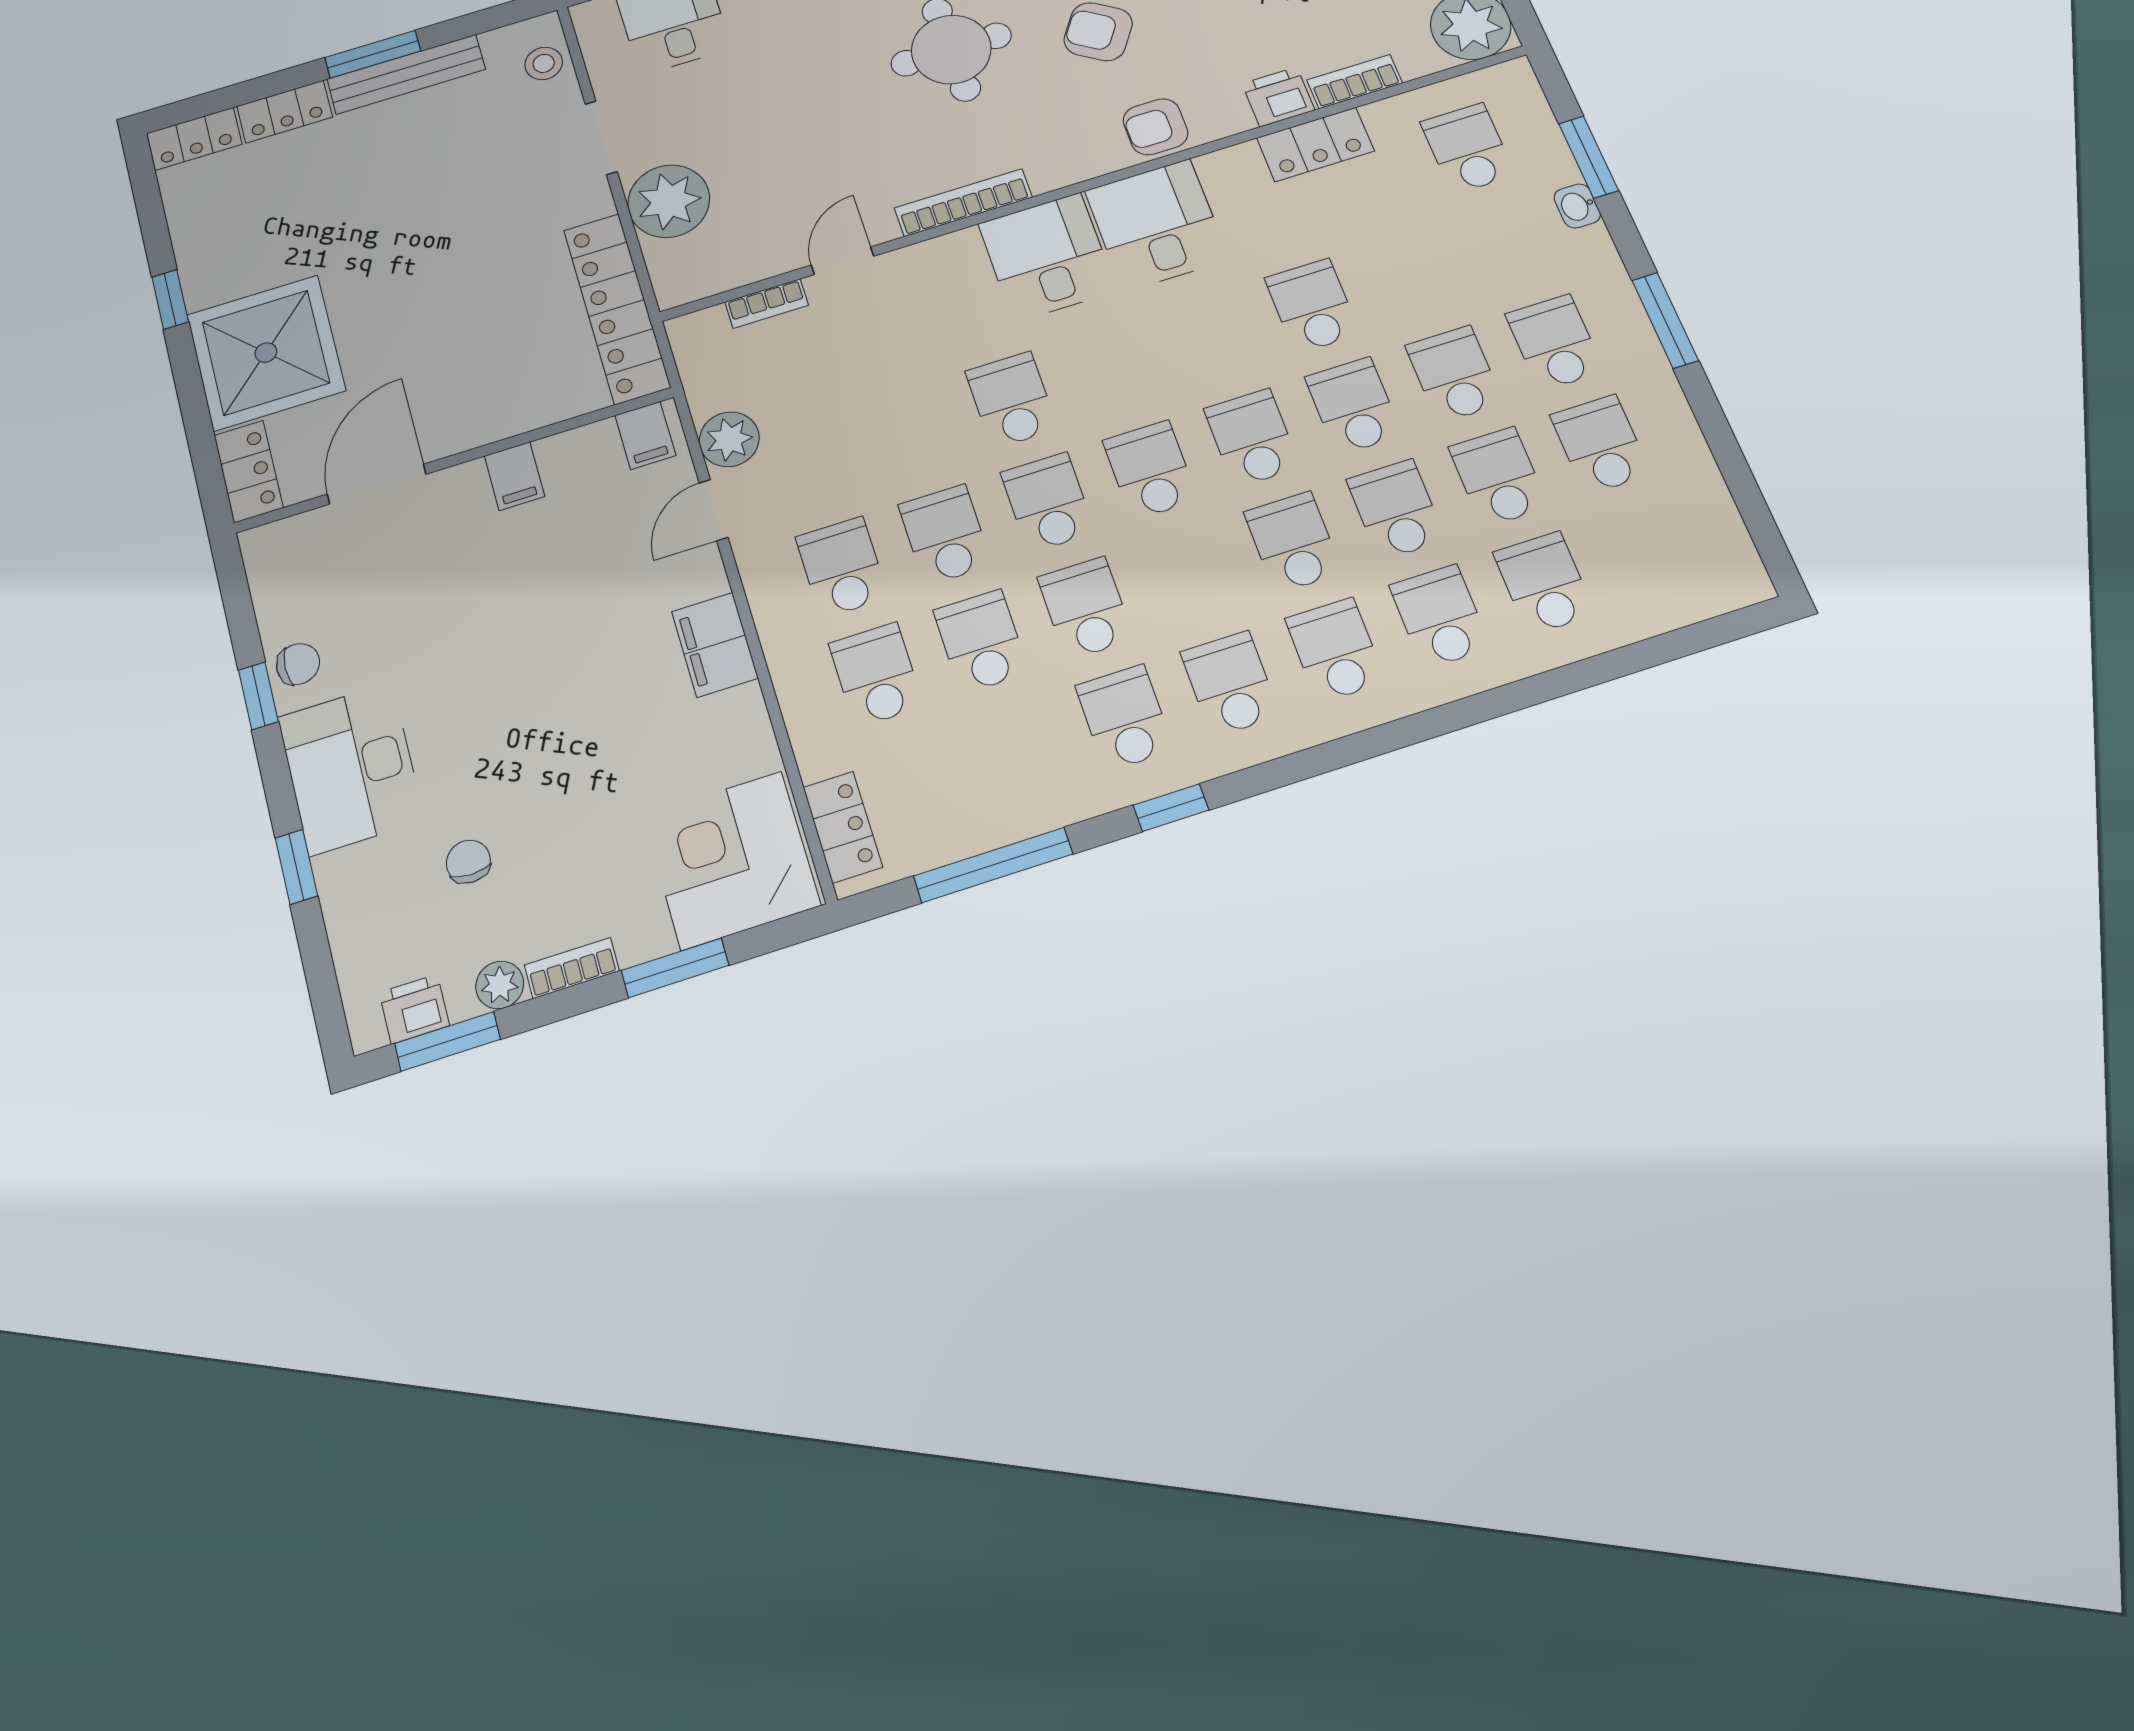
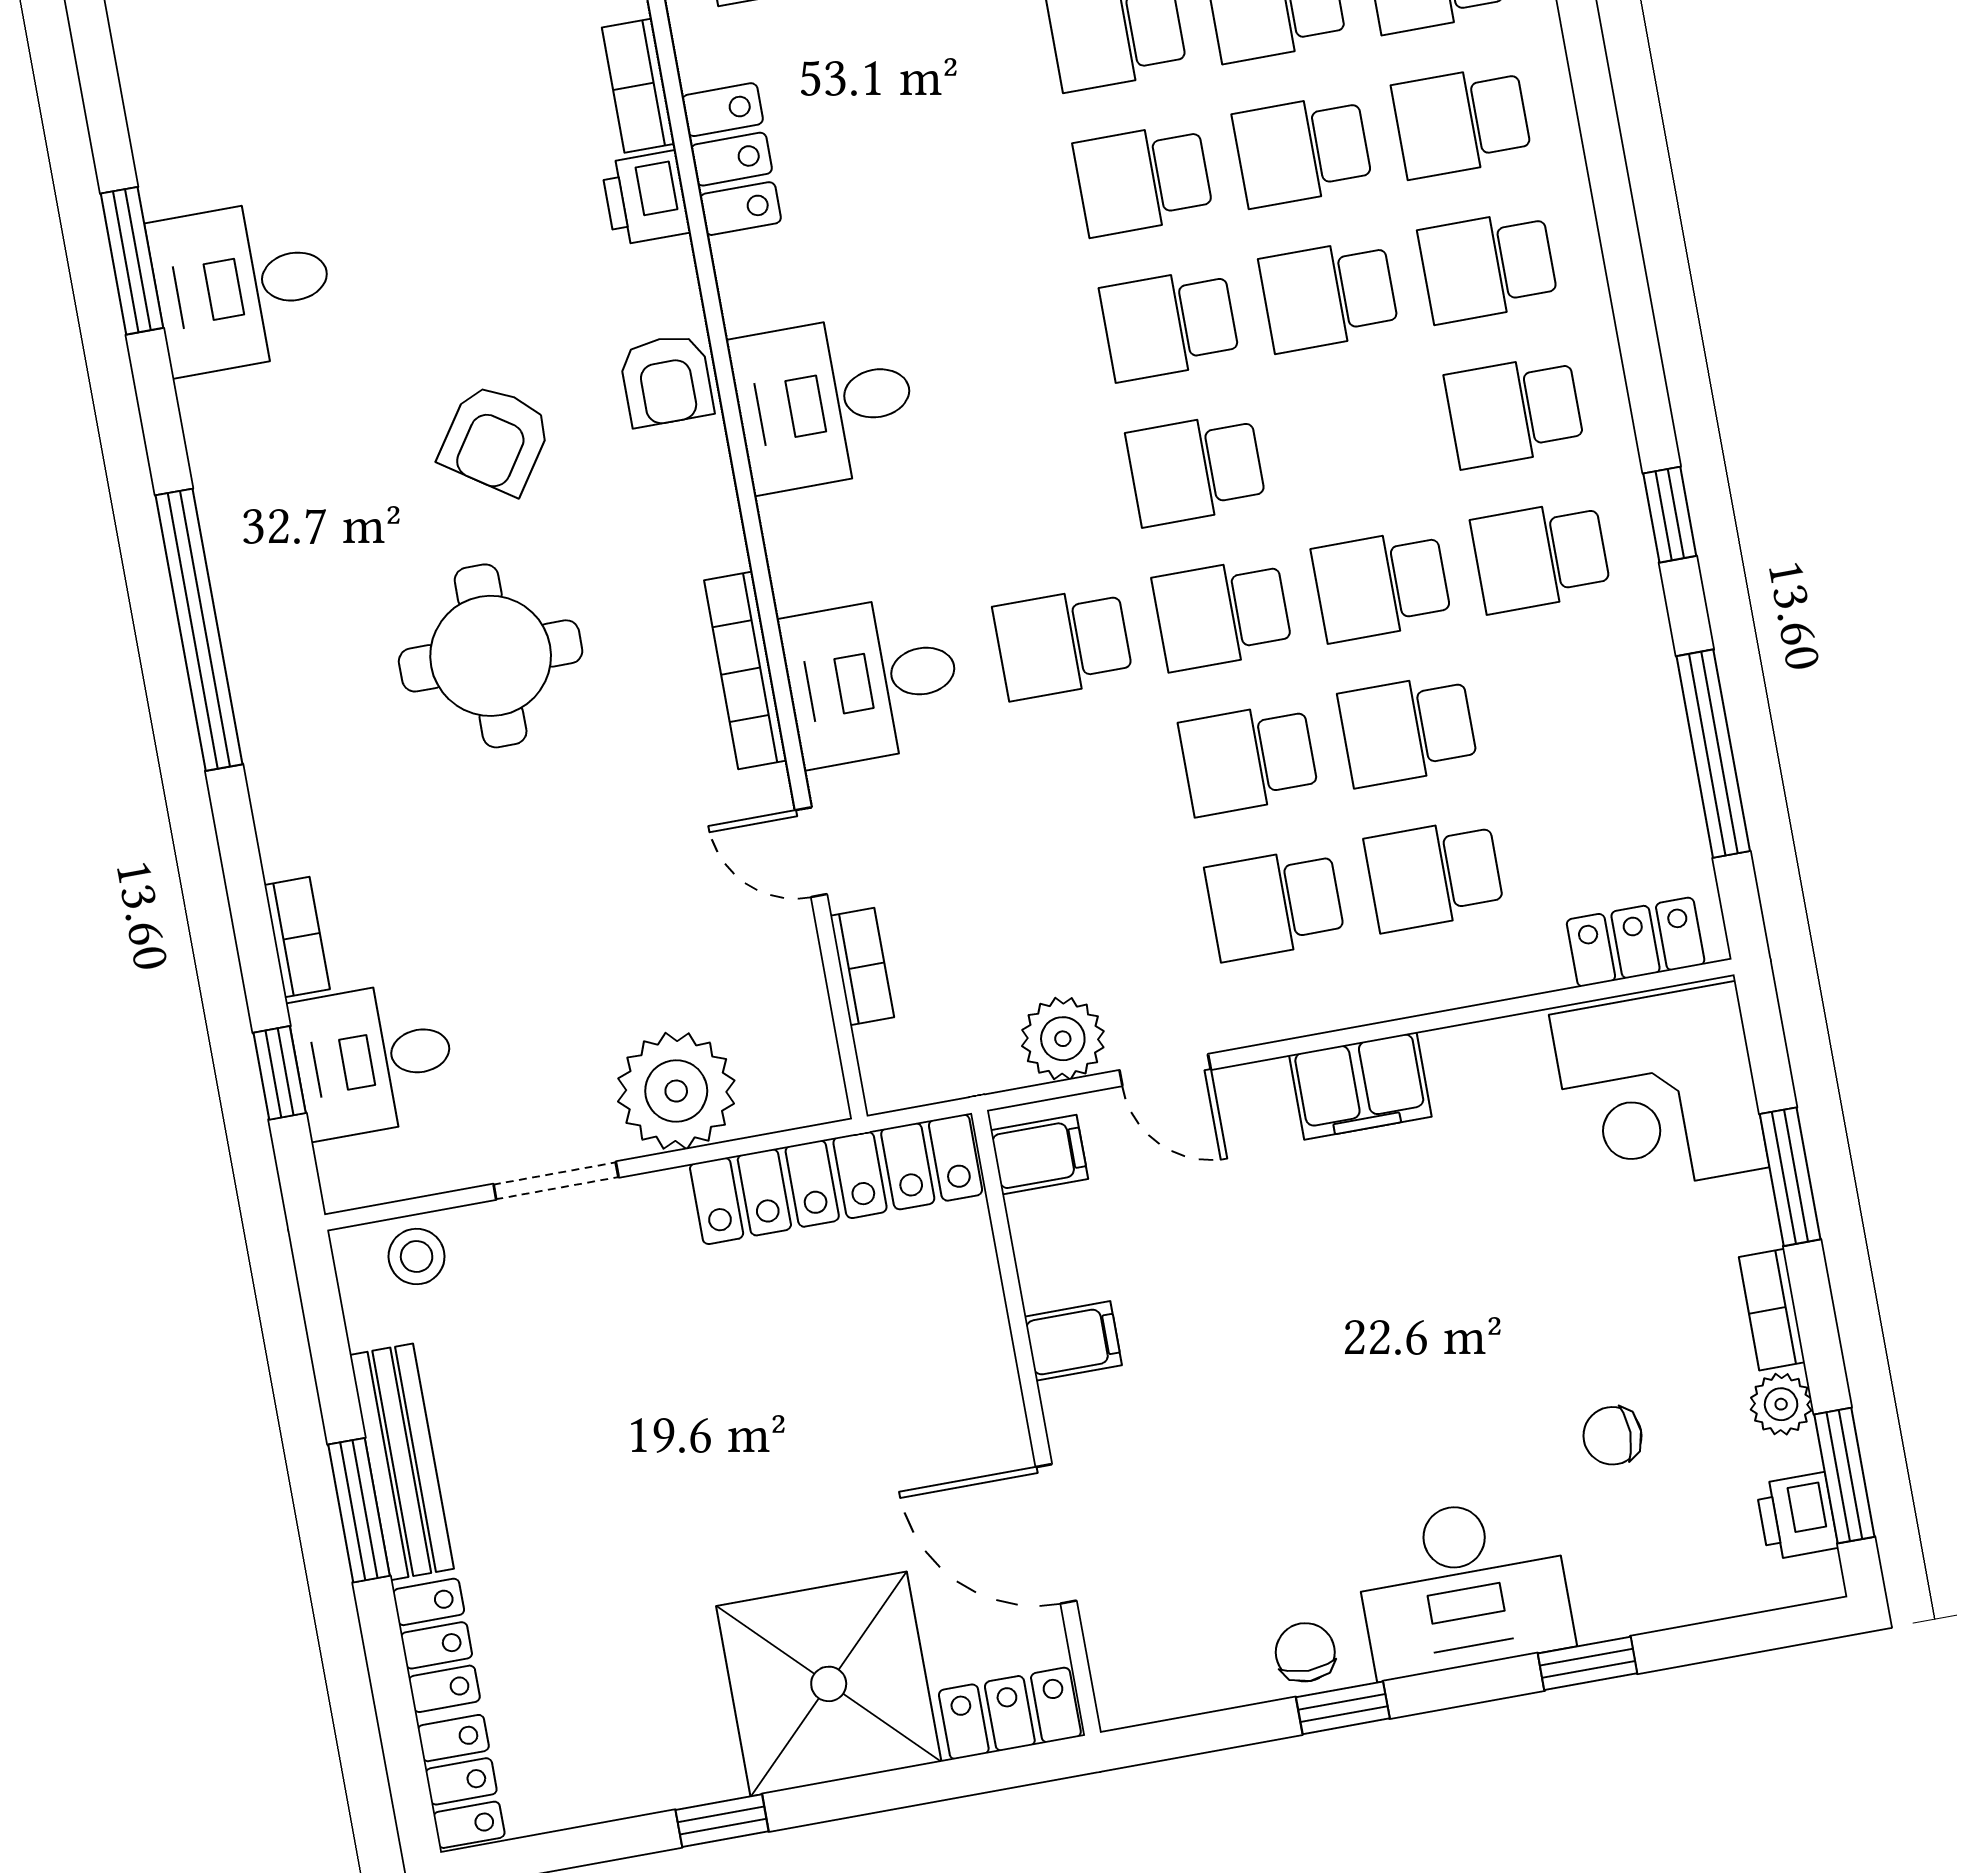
desk: (1047, 257) -> (872, 680), moved
school desk: (1312, 306) -> (984, 208), removed

